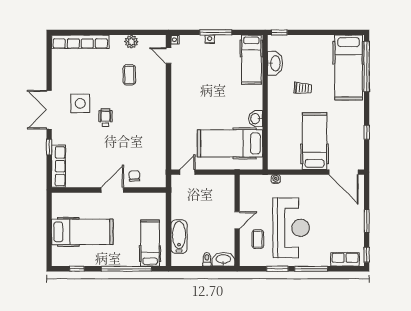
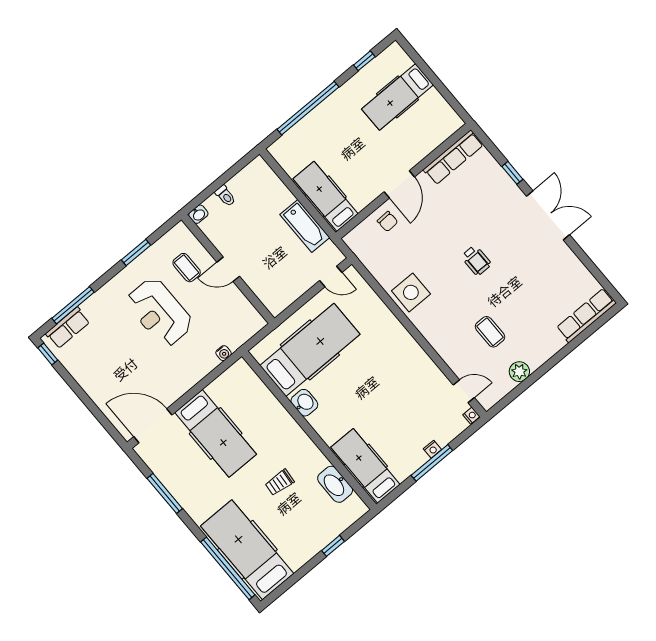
window: (279, 32) -> (333, 546), moved
row of seats: (80, 42) -> (586, 315), width x0.73
side table: (80, 103) -> (411, 292), moved
window: (367, 132) -> (165, 493), width x2.17
row of seats: (58, 166) -> (453, 157), moved, turned -90
door: (187, 172) -> (331, 276), hinge flipped
door: (237, 220) -> (228, 269), hinge flipped
window: (367, 221) -> (80, 392), removed
reception desk: (291, 228) -> (159, 312), width x0.74, depth x0.77
hospital bed: (82, 232) -> (398, 97), width x0.73, depth x0.78
bathtub: (179, 237) -> (305, 226), moved
hospital bed: (150, 243) -> (326, 196), moved, turned 180
washbasin: (223, 259) -> (198, 214), width x0.52, depth x0.69
window: (311, 269) -> (73, 305), moved

